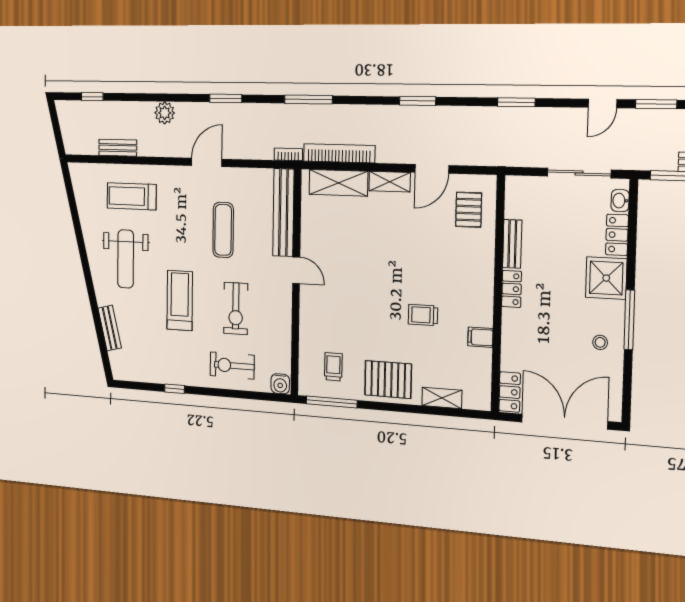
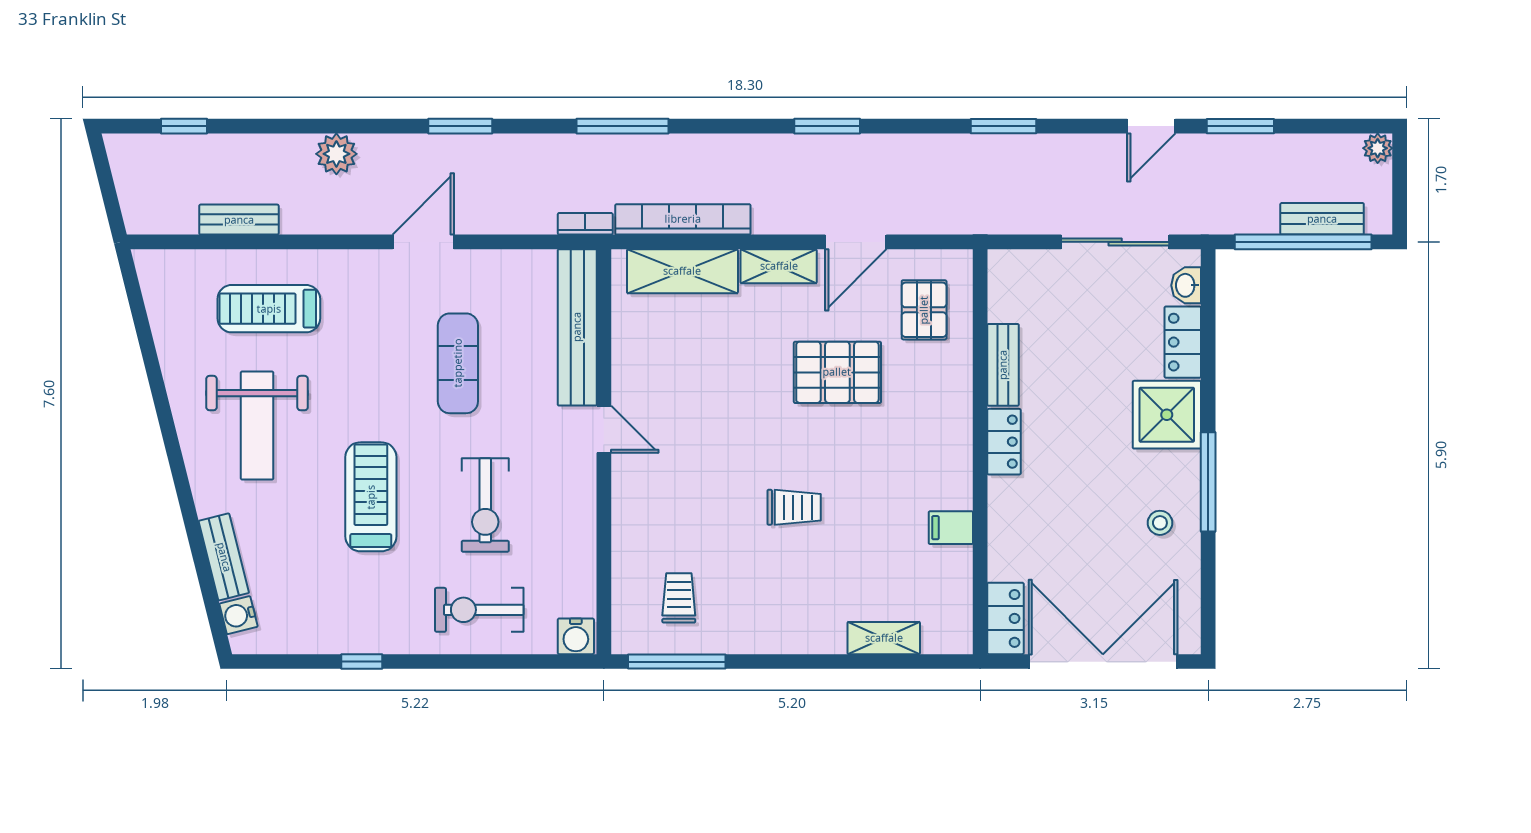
trolley: (423, 315) -> (794, 507), moved, turned 180
water cooler: (116, 359) -> (239, 615), added
pallet: (388, 380) -> (837, 372), moved

